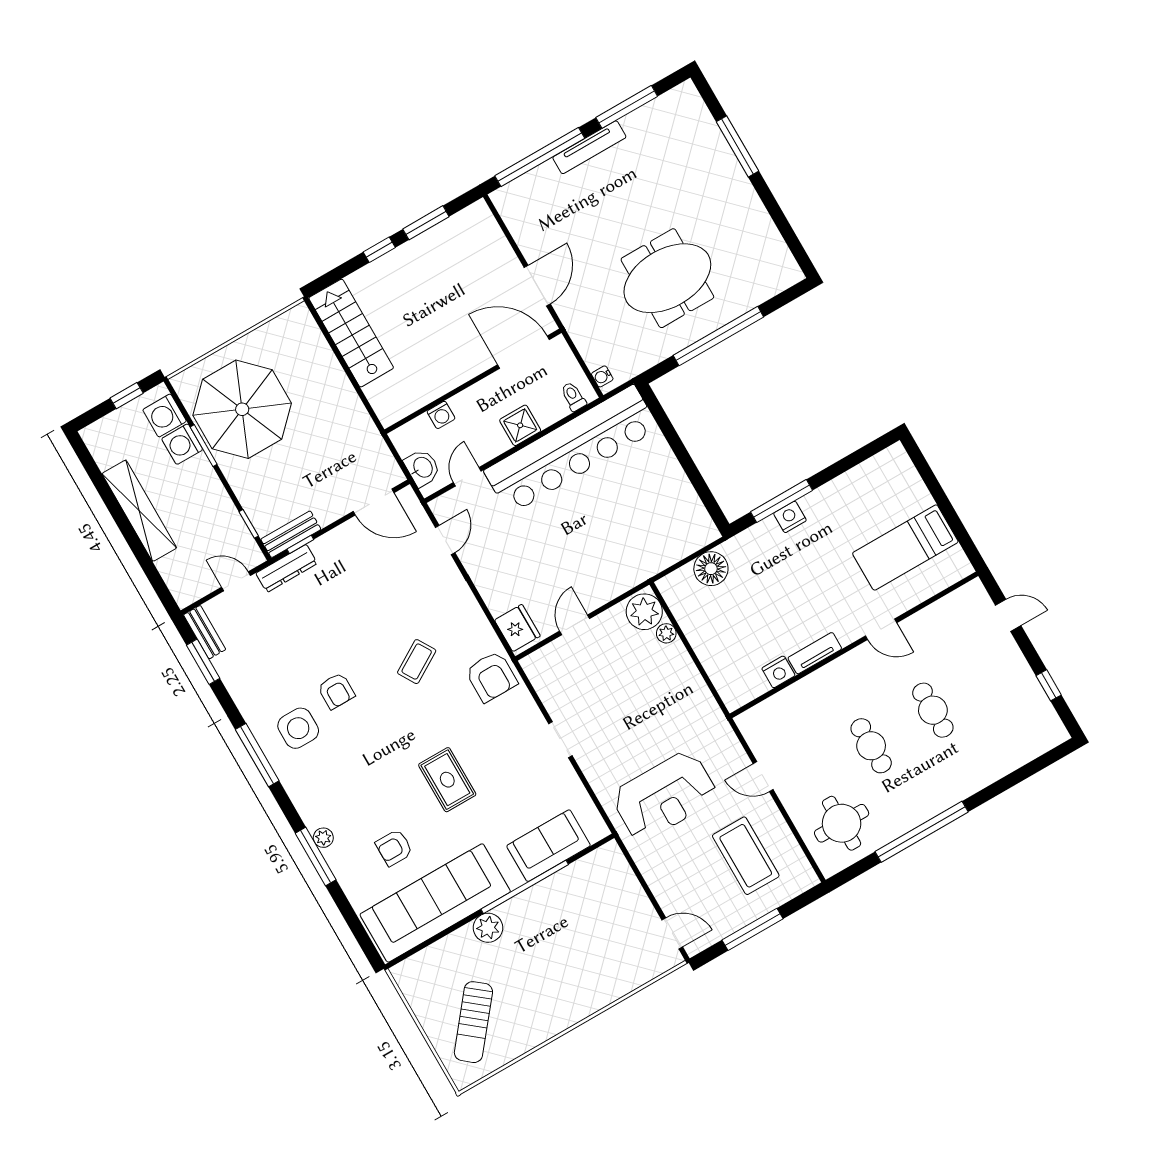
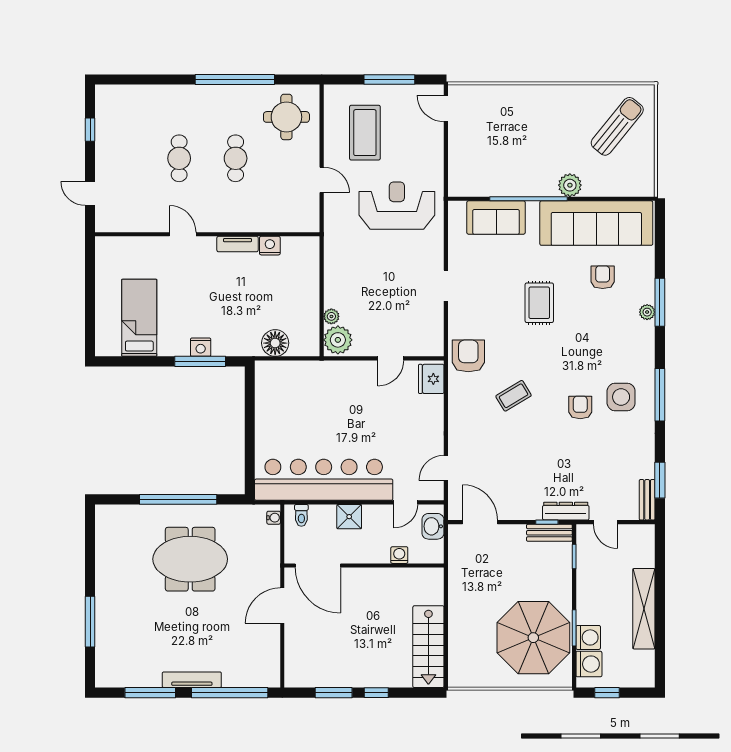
bed: (905, 548) -> (139, 318), moved, turned -90
armchair: (394, 848) -> (603, 277), turned -90

